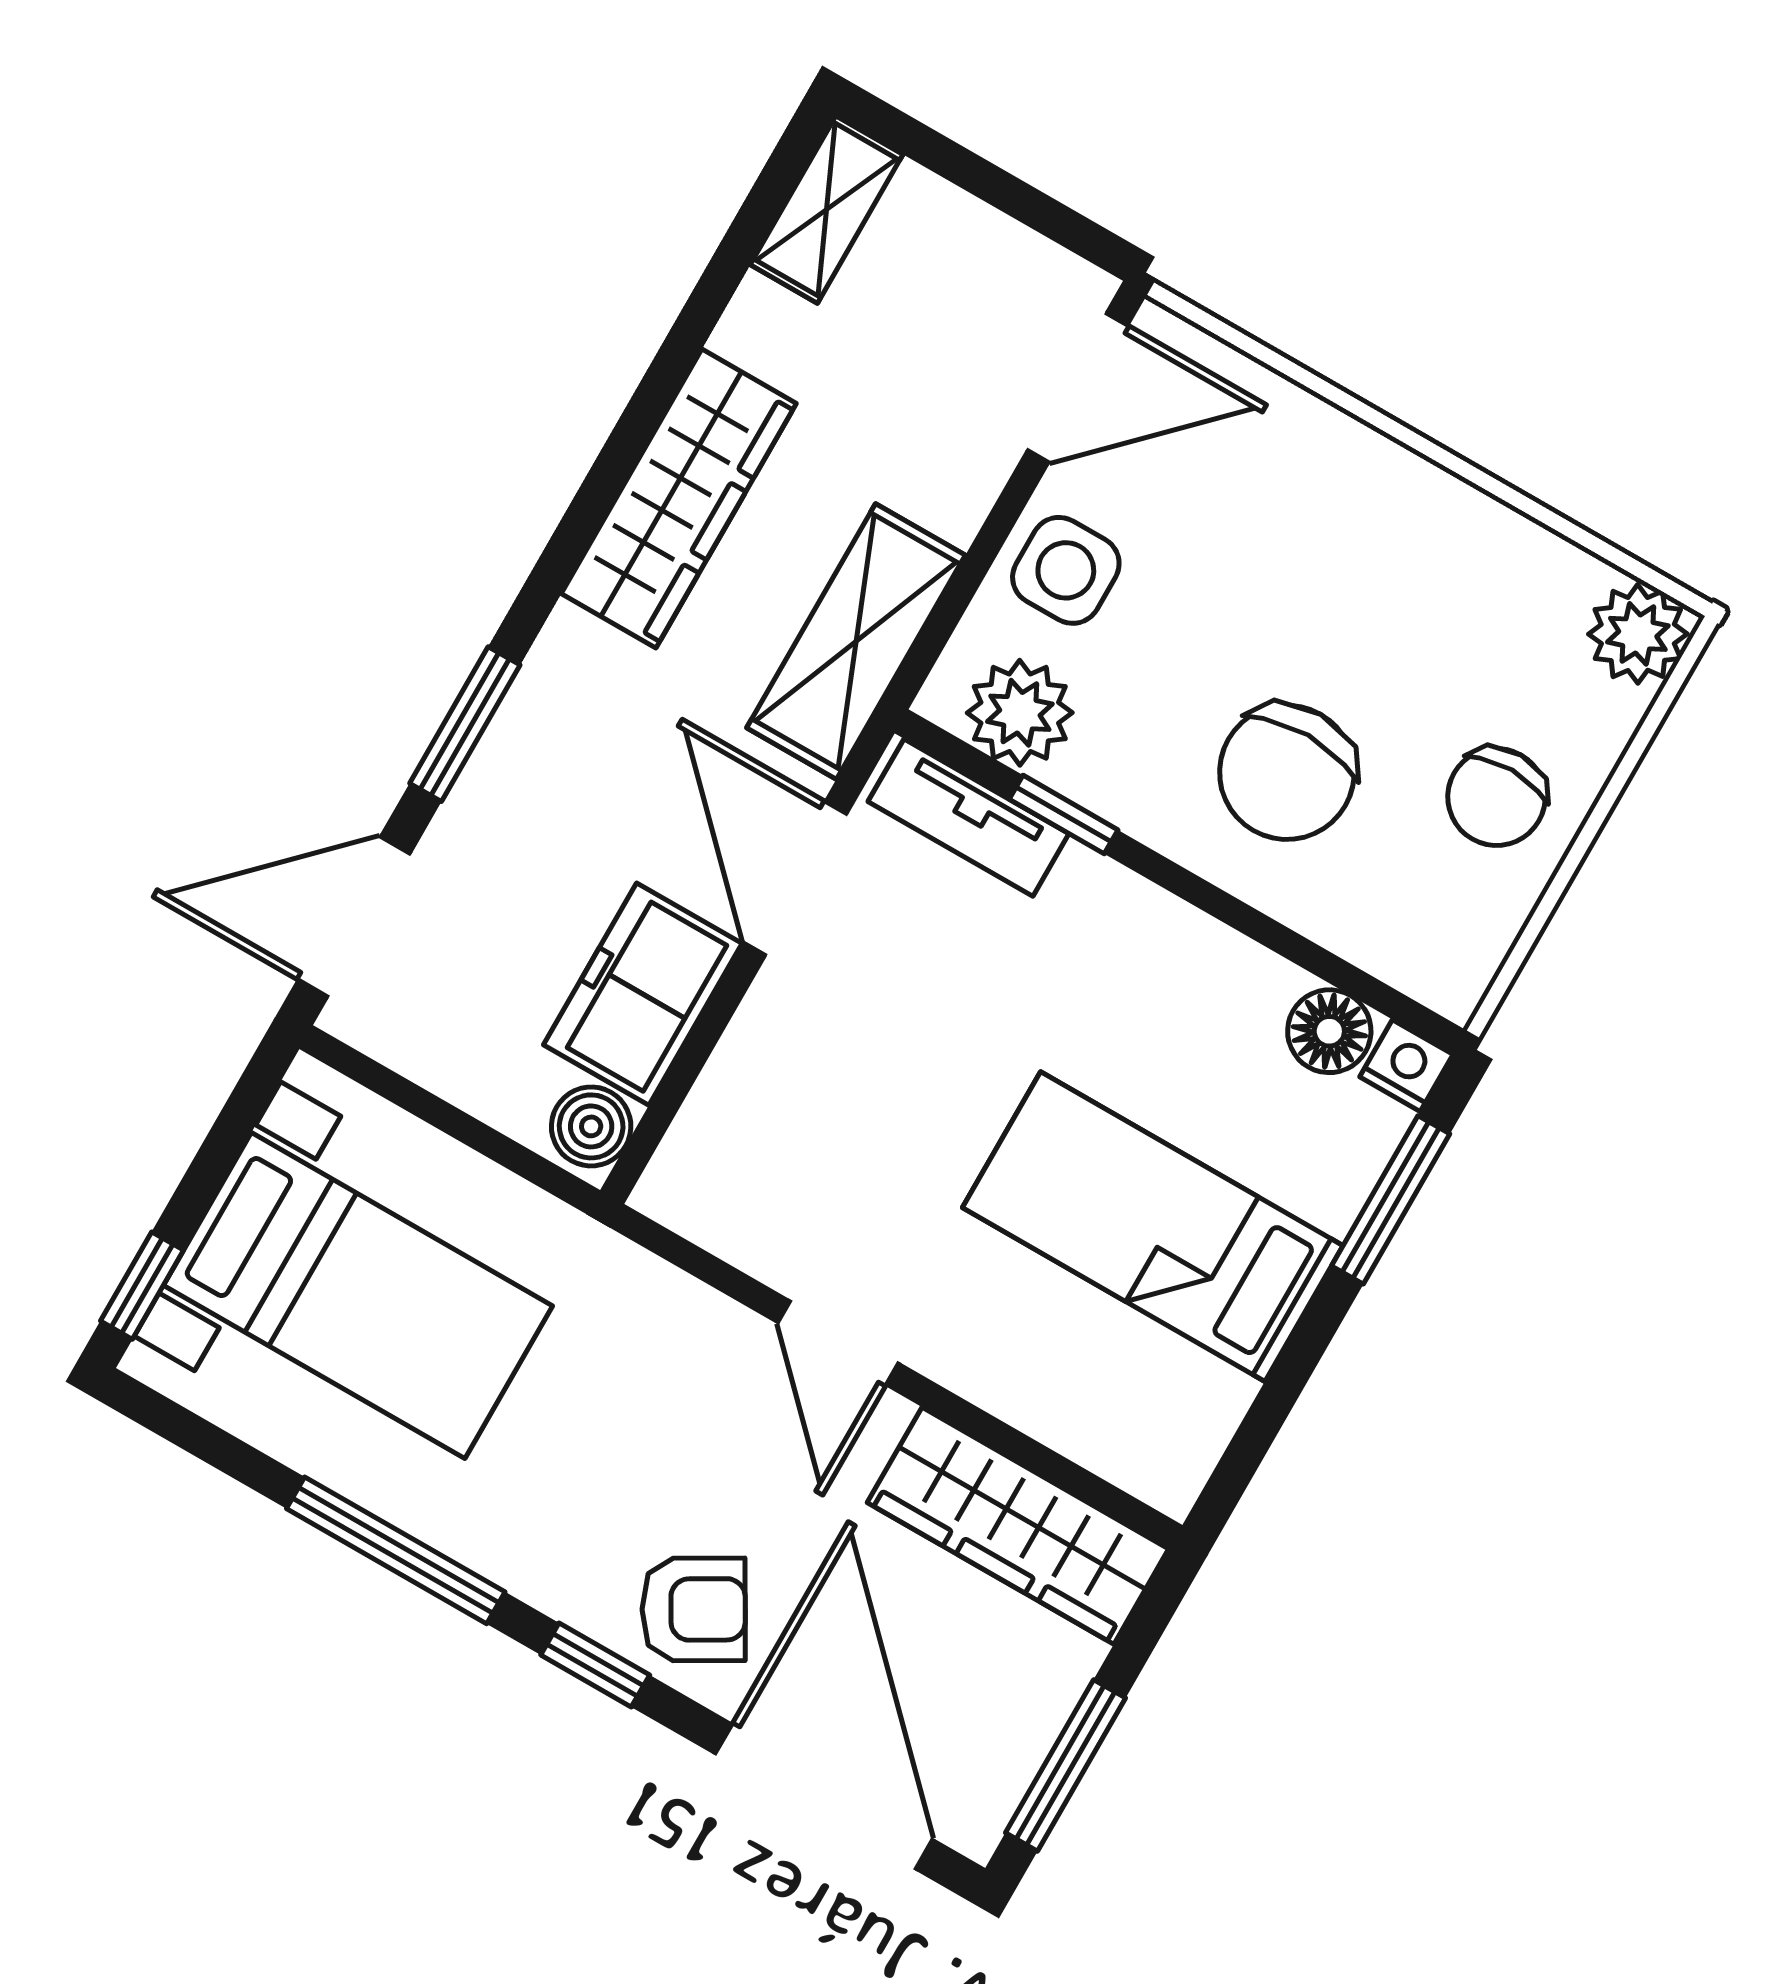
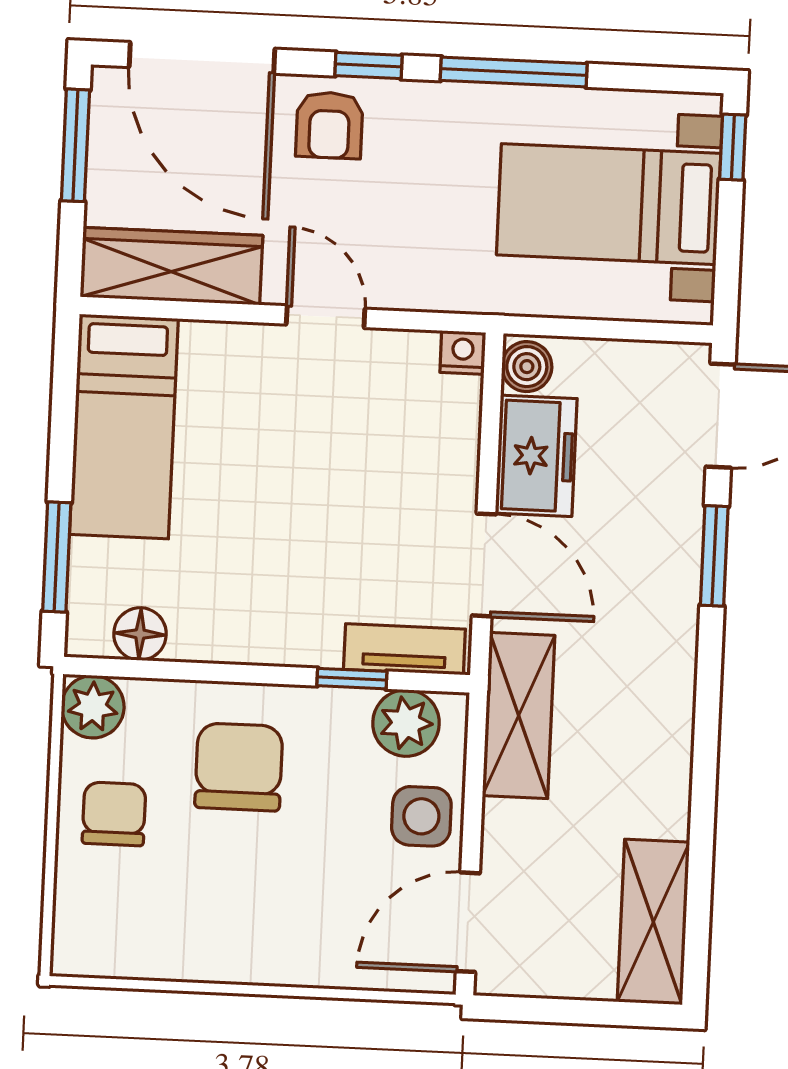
shelving: (827, 210) -> (653, 922), width x1.50, depth x1.33
wardrobe: (679, 498) -> (660, 745), removed
plant: (1638, 634) -> (93, 707), moved
nightstand: (1406, 1066) -> (463, 352), moved, turned 180
bed: (1153, 1227) -> (124, 427), moved, turned 90
armchair: (694, 1609) -> (329, 125), turned -60

